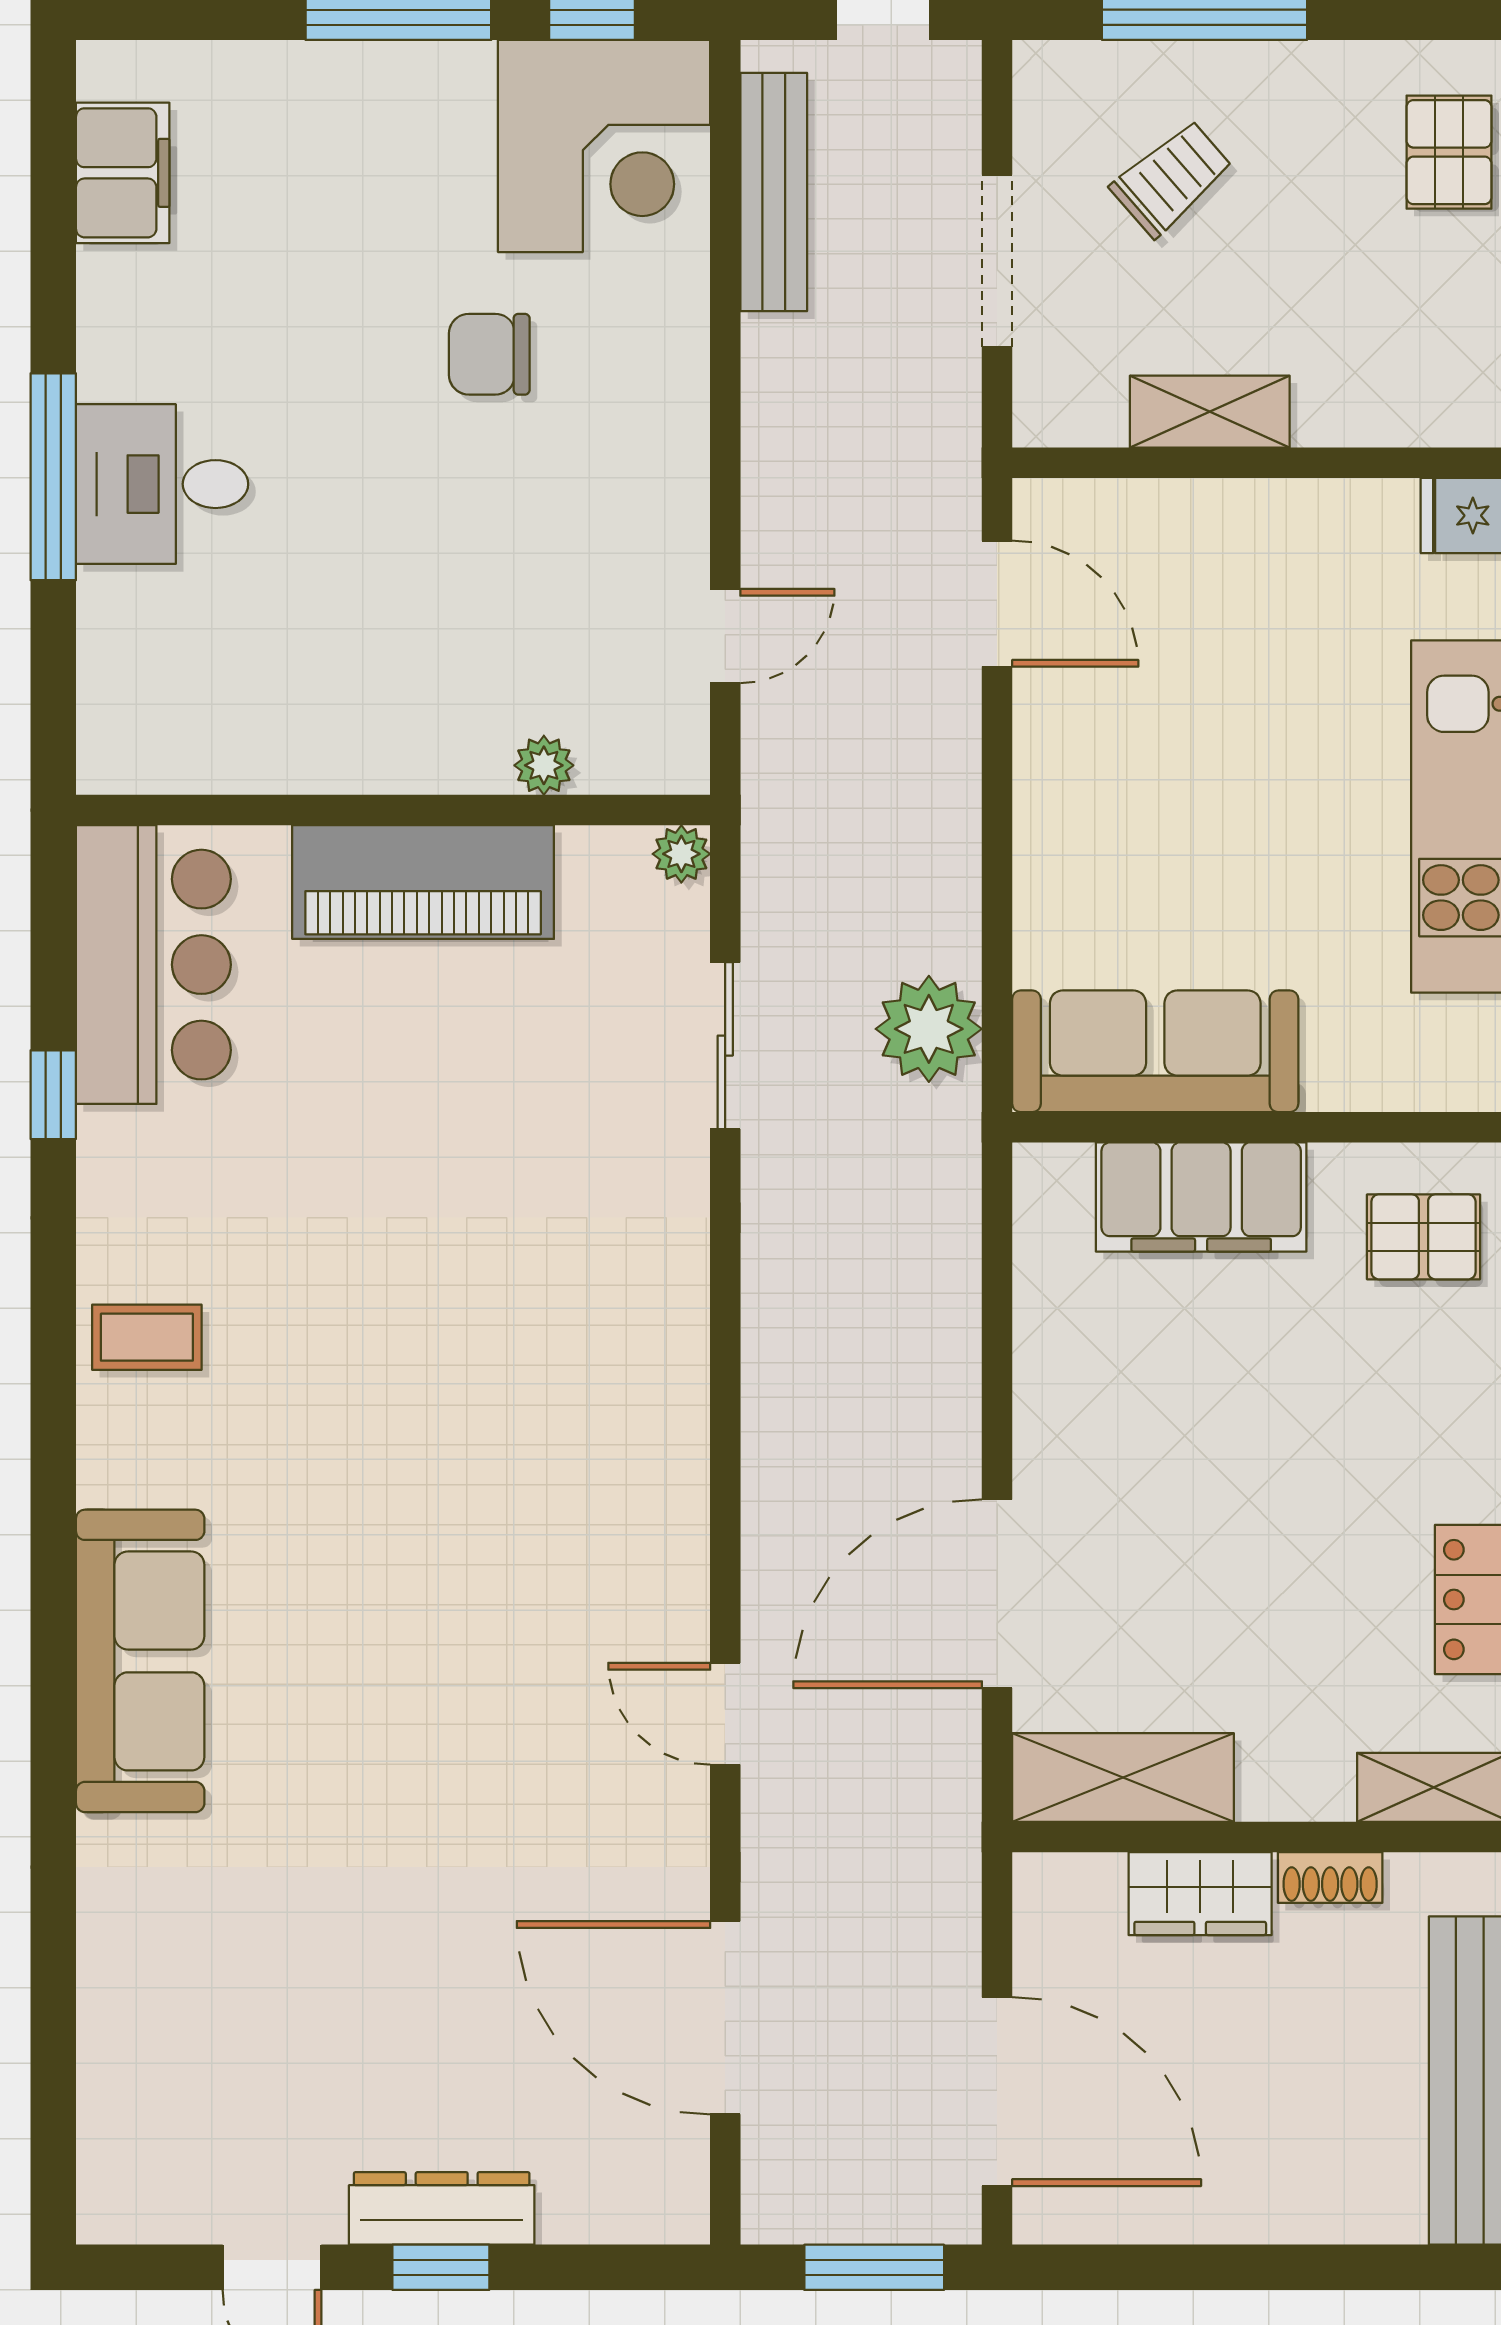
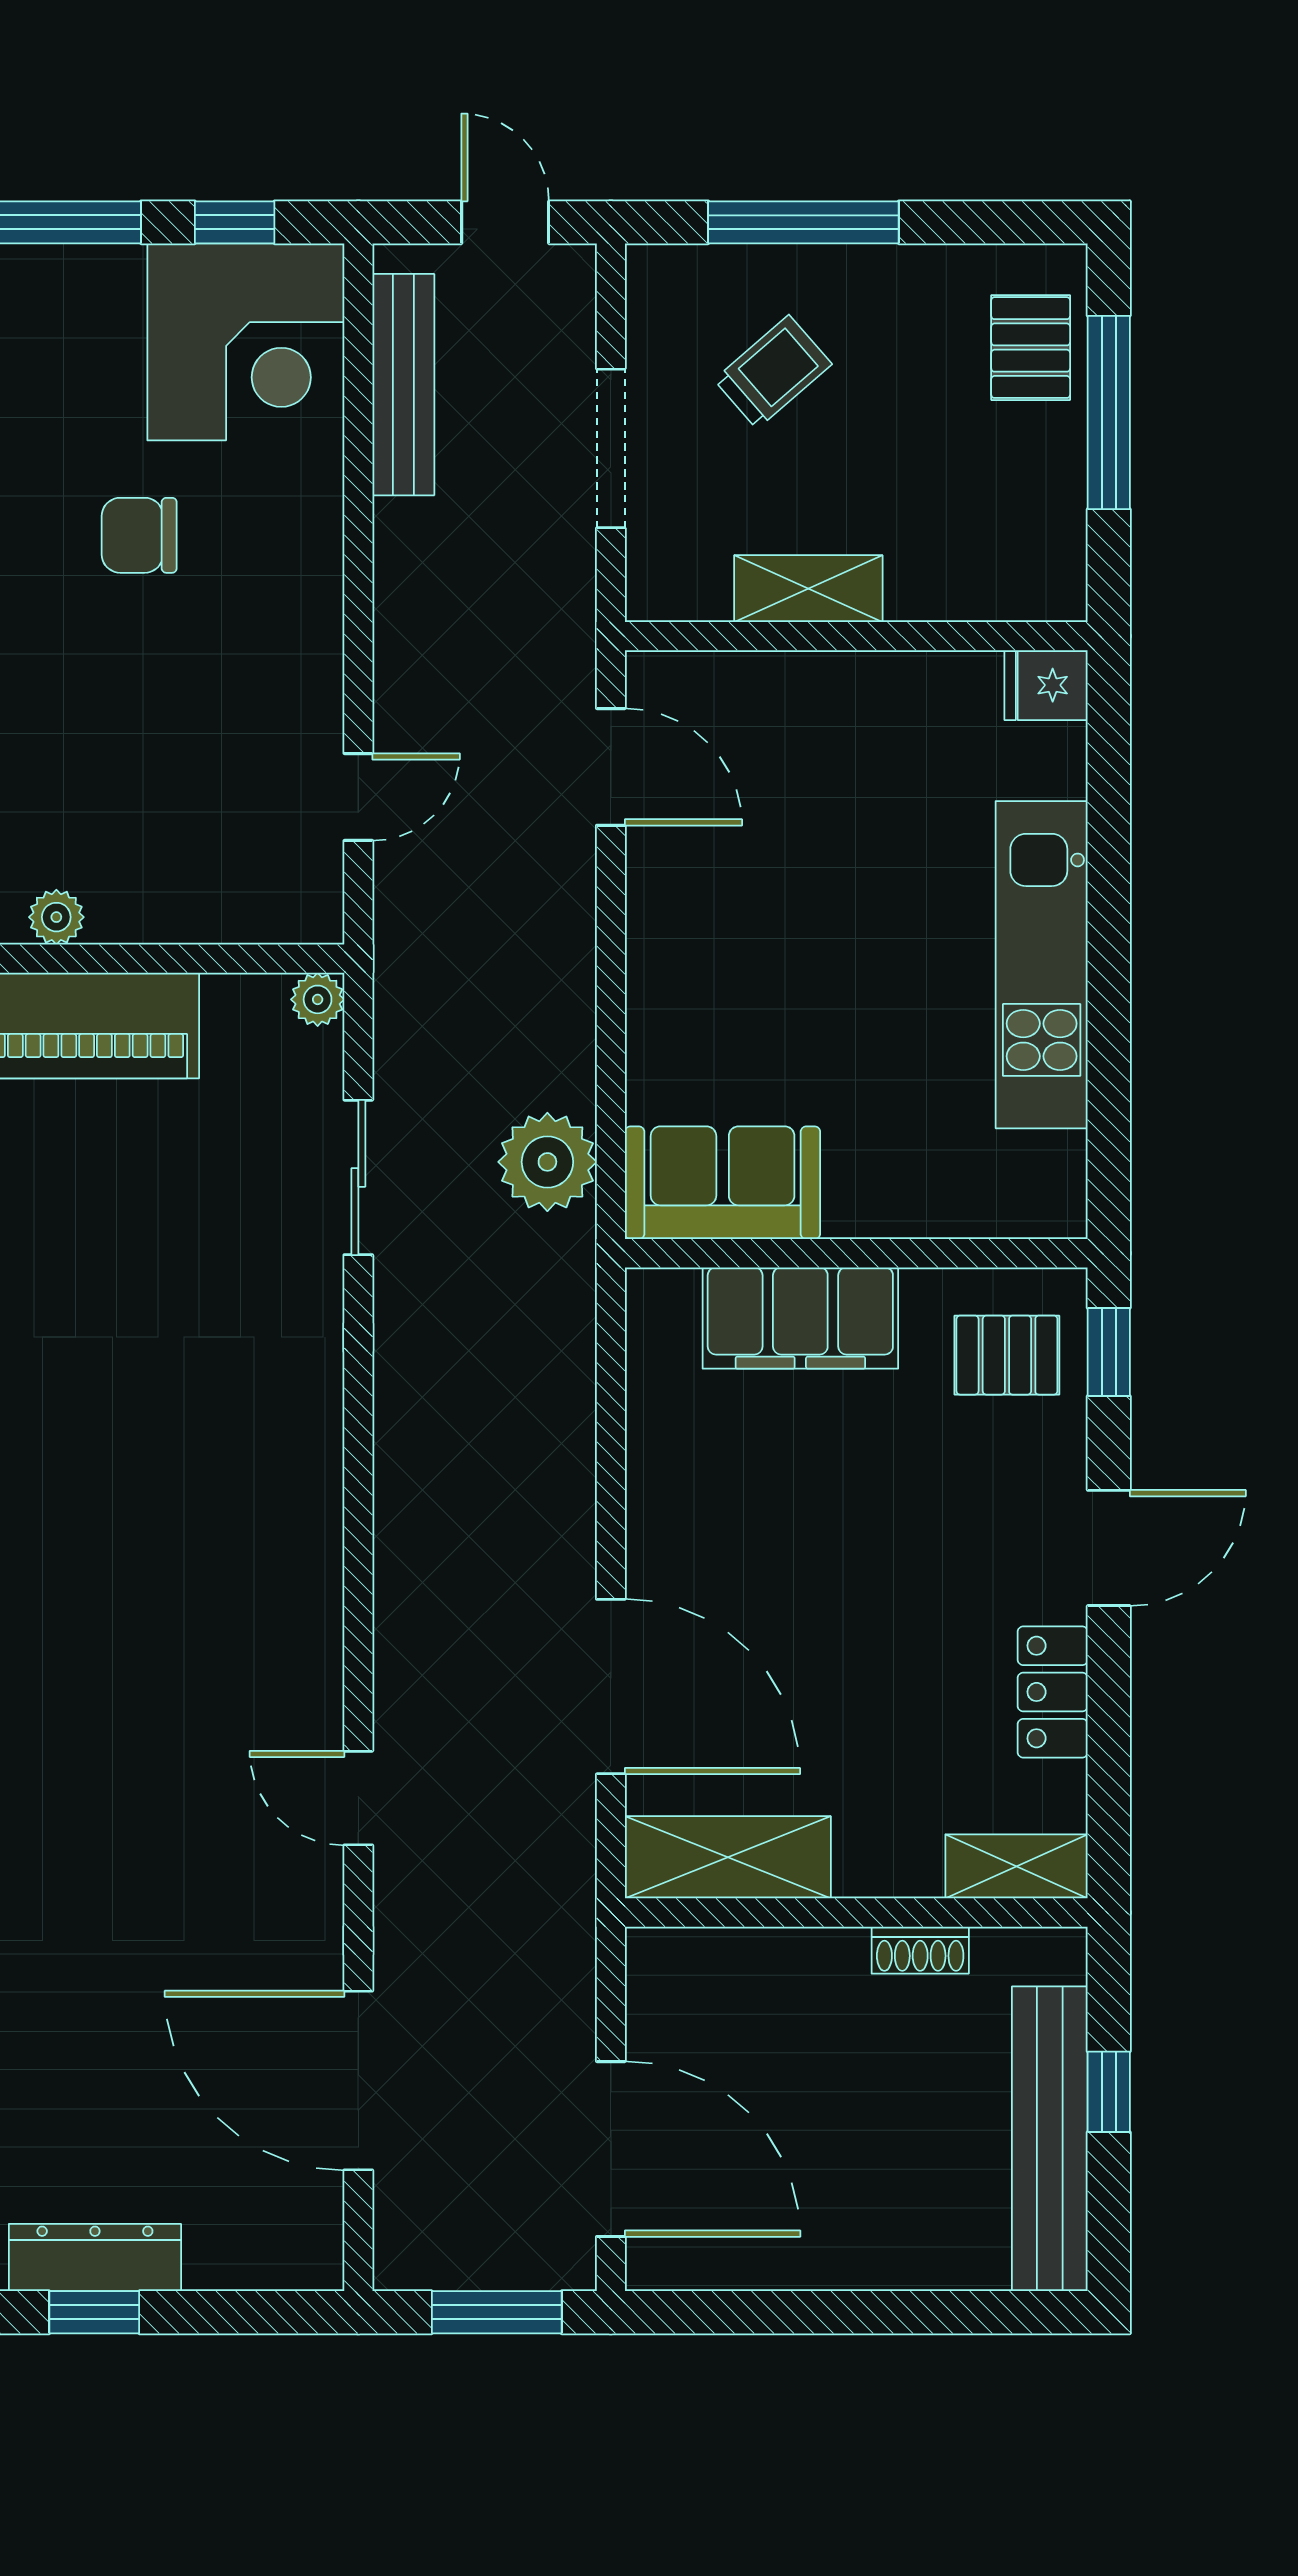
plant: (544, 765) -> (56, 917), moved
sofa: (1155, 1051) -> (723, 1183), width x0.73
door: (997, 1594) -> (611, 1687), swing flipped
wardrobe: (1200, 1894) -> (799, 1965), removed

